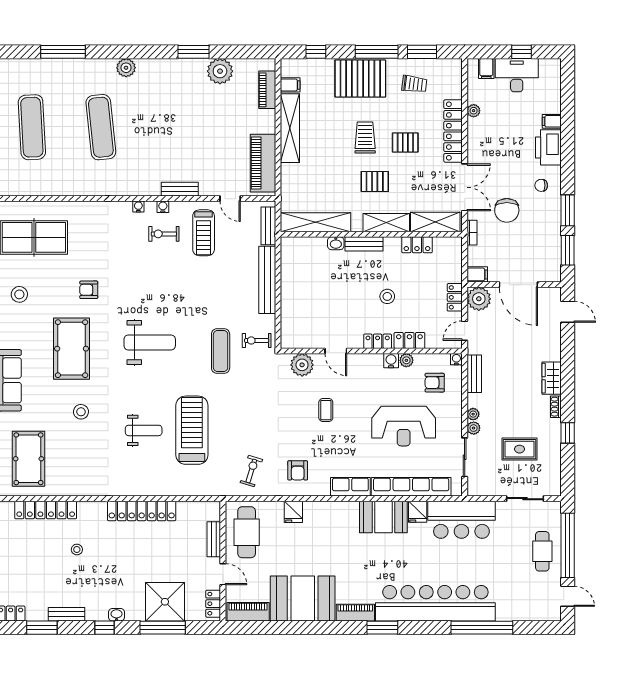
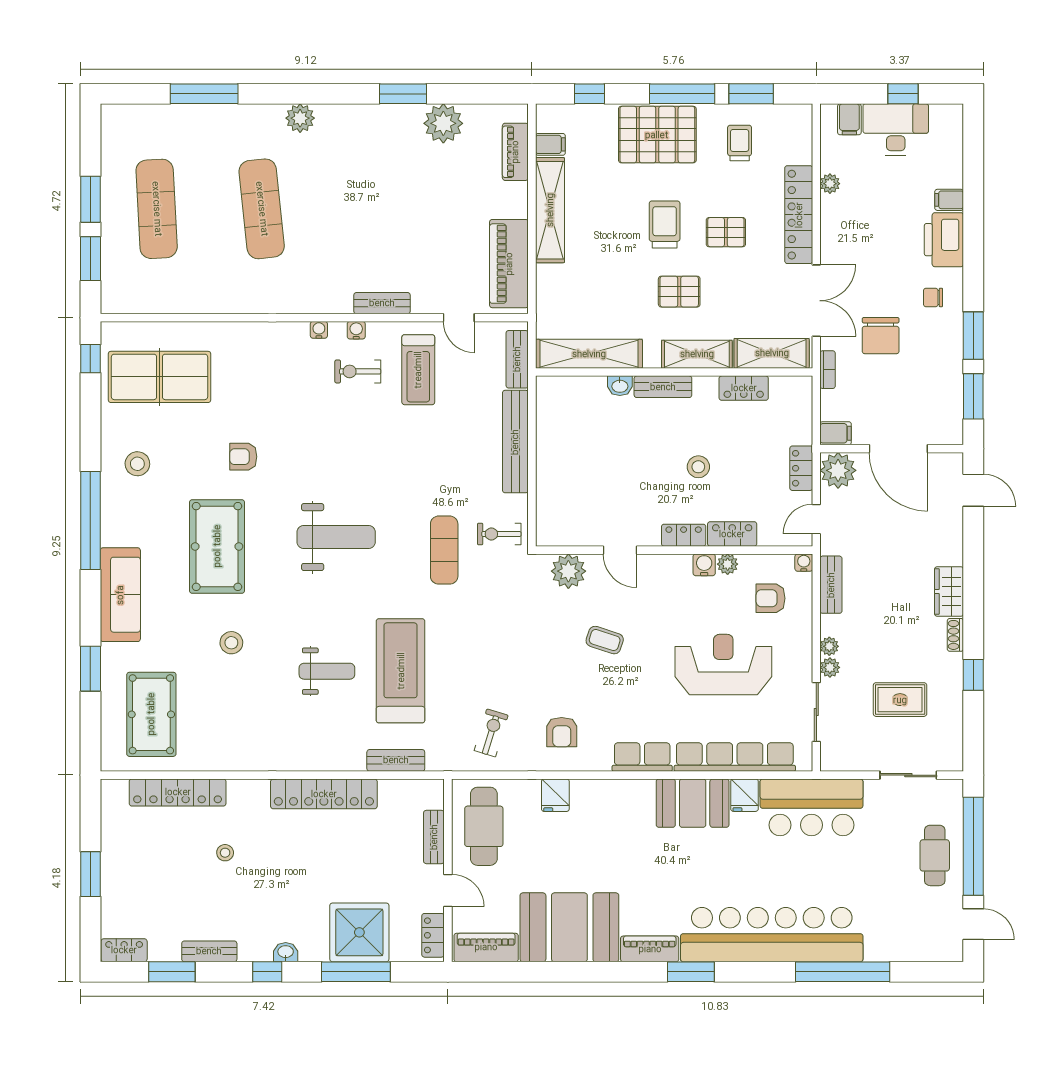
trolley: (414, 84) -> (740, 143), turned -97
coffee table: (326, 410) -> (605, 640), turned -72
reception desk: (404, 426) -> (723, 665), turned 180
bench: (189, 489) -> (396, 760), added

